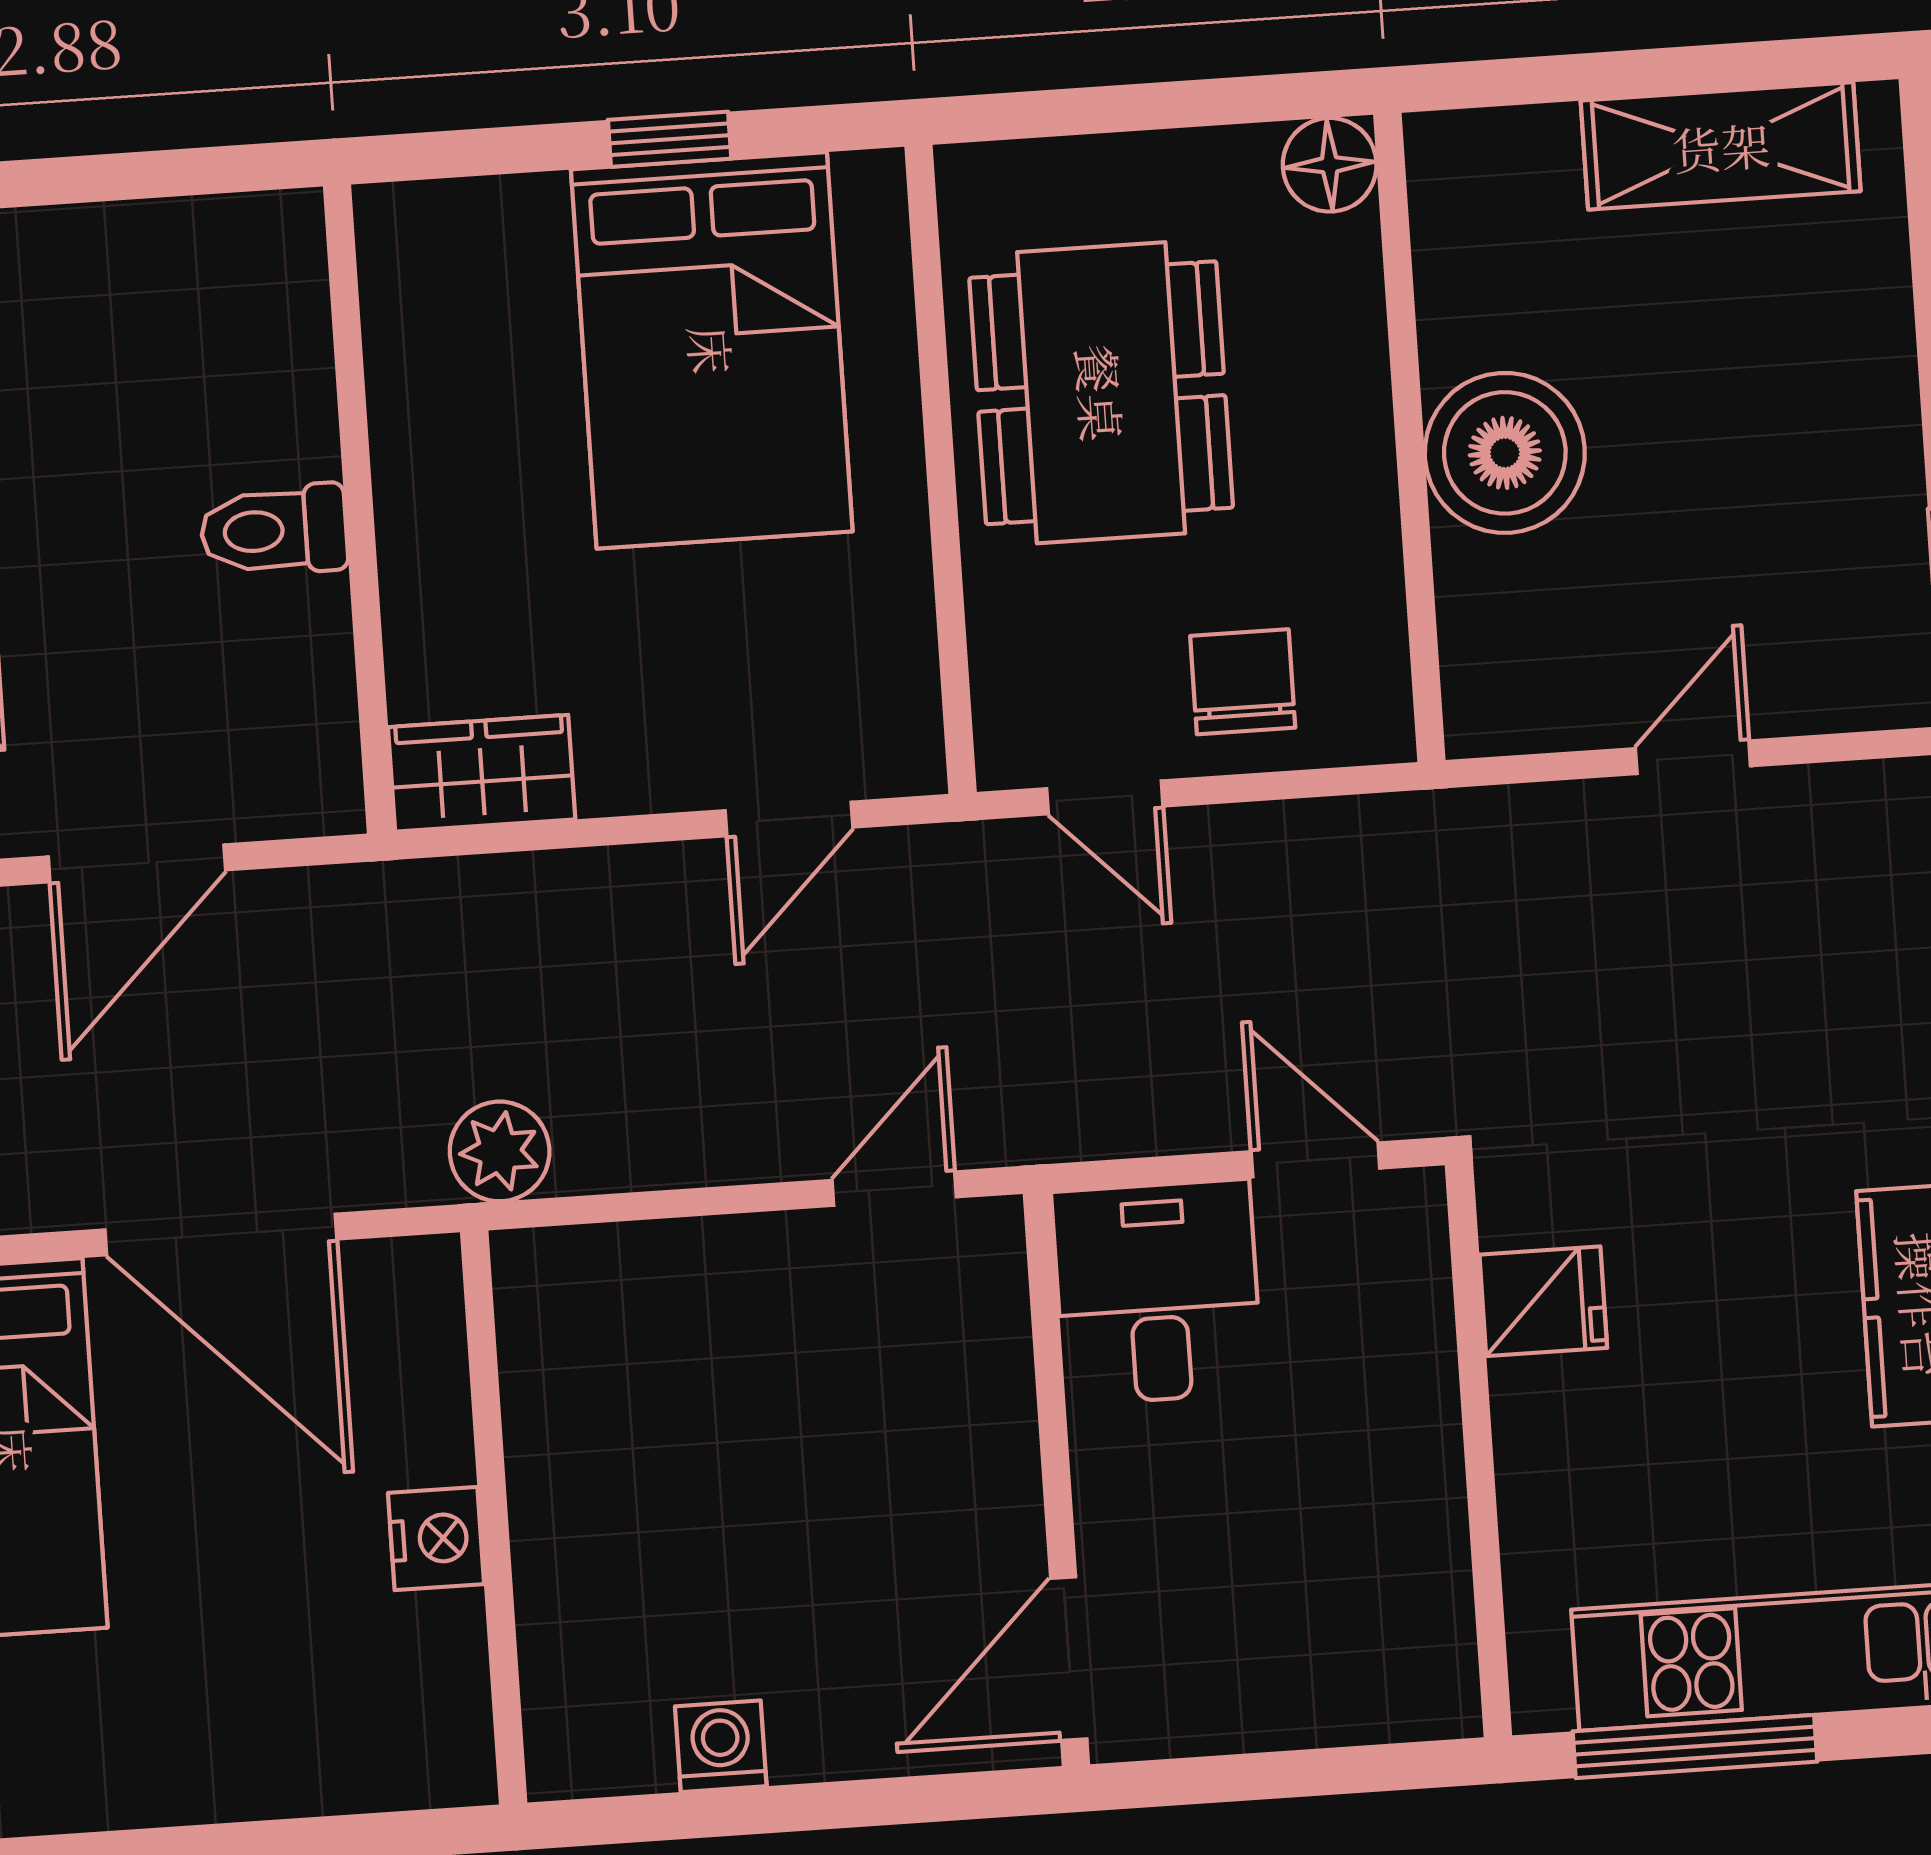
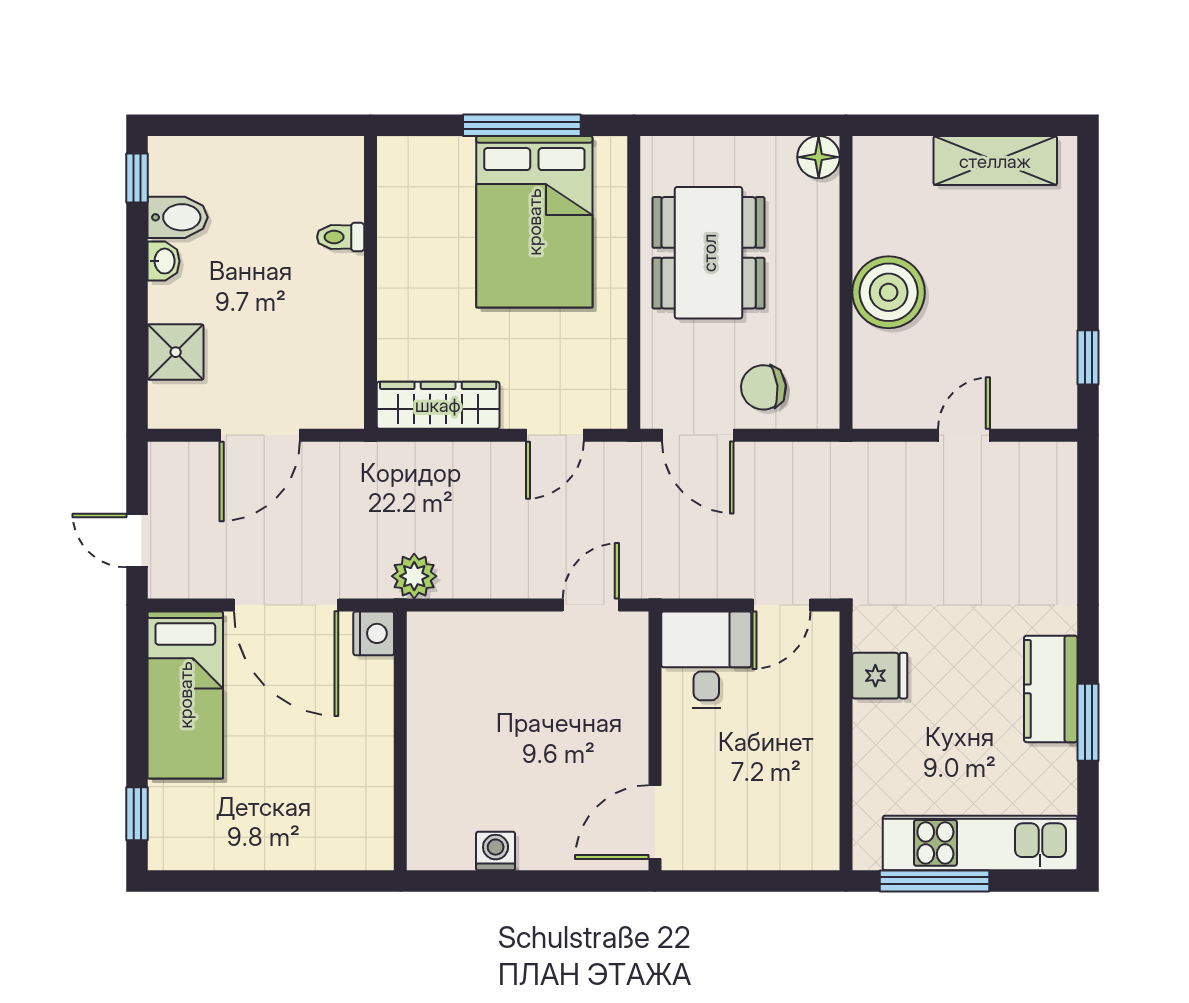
window: (670, 139) -> (522, 125), width x2.17
toilet: (274, 530) -> (341, 237), moved, width x0.73, depth x0.72
chair: (1243, 682) -> (763, 387), turned -96
wardrobe: (482, 773) -> (438, 405), width x1.50
door: (1105, 797) -> (698, 435), width x1.37
door: (1315, 1160) -> (782, 605), swing flipped
nightstand: (436, 1538) -> (374, 633), moved

